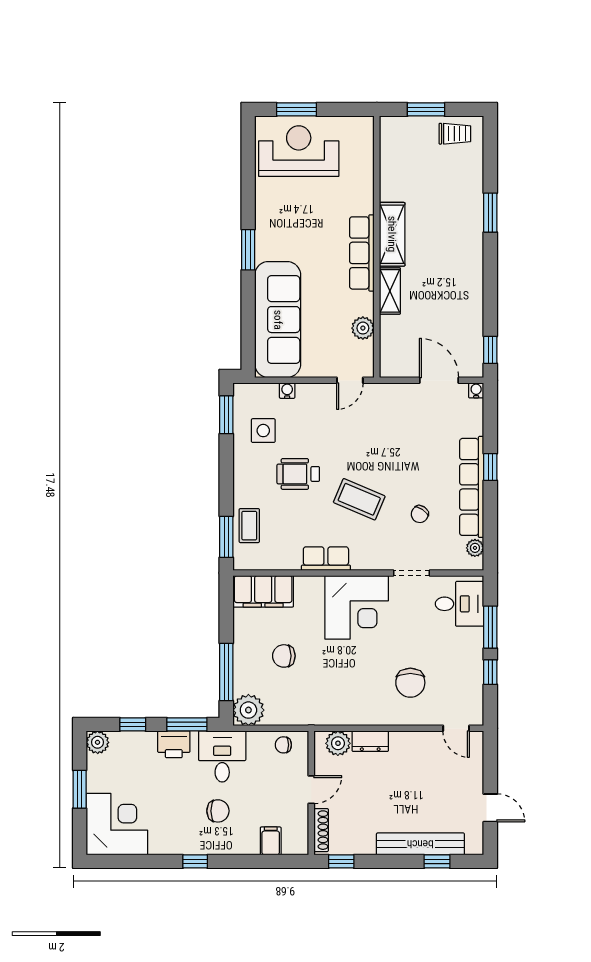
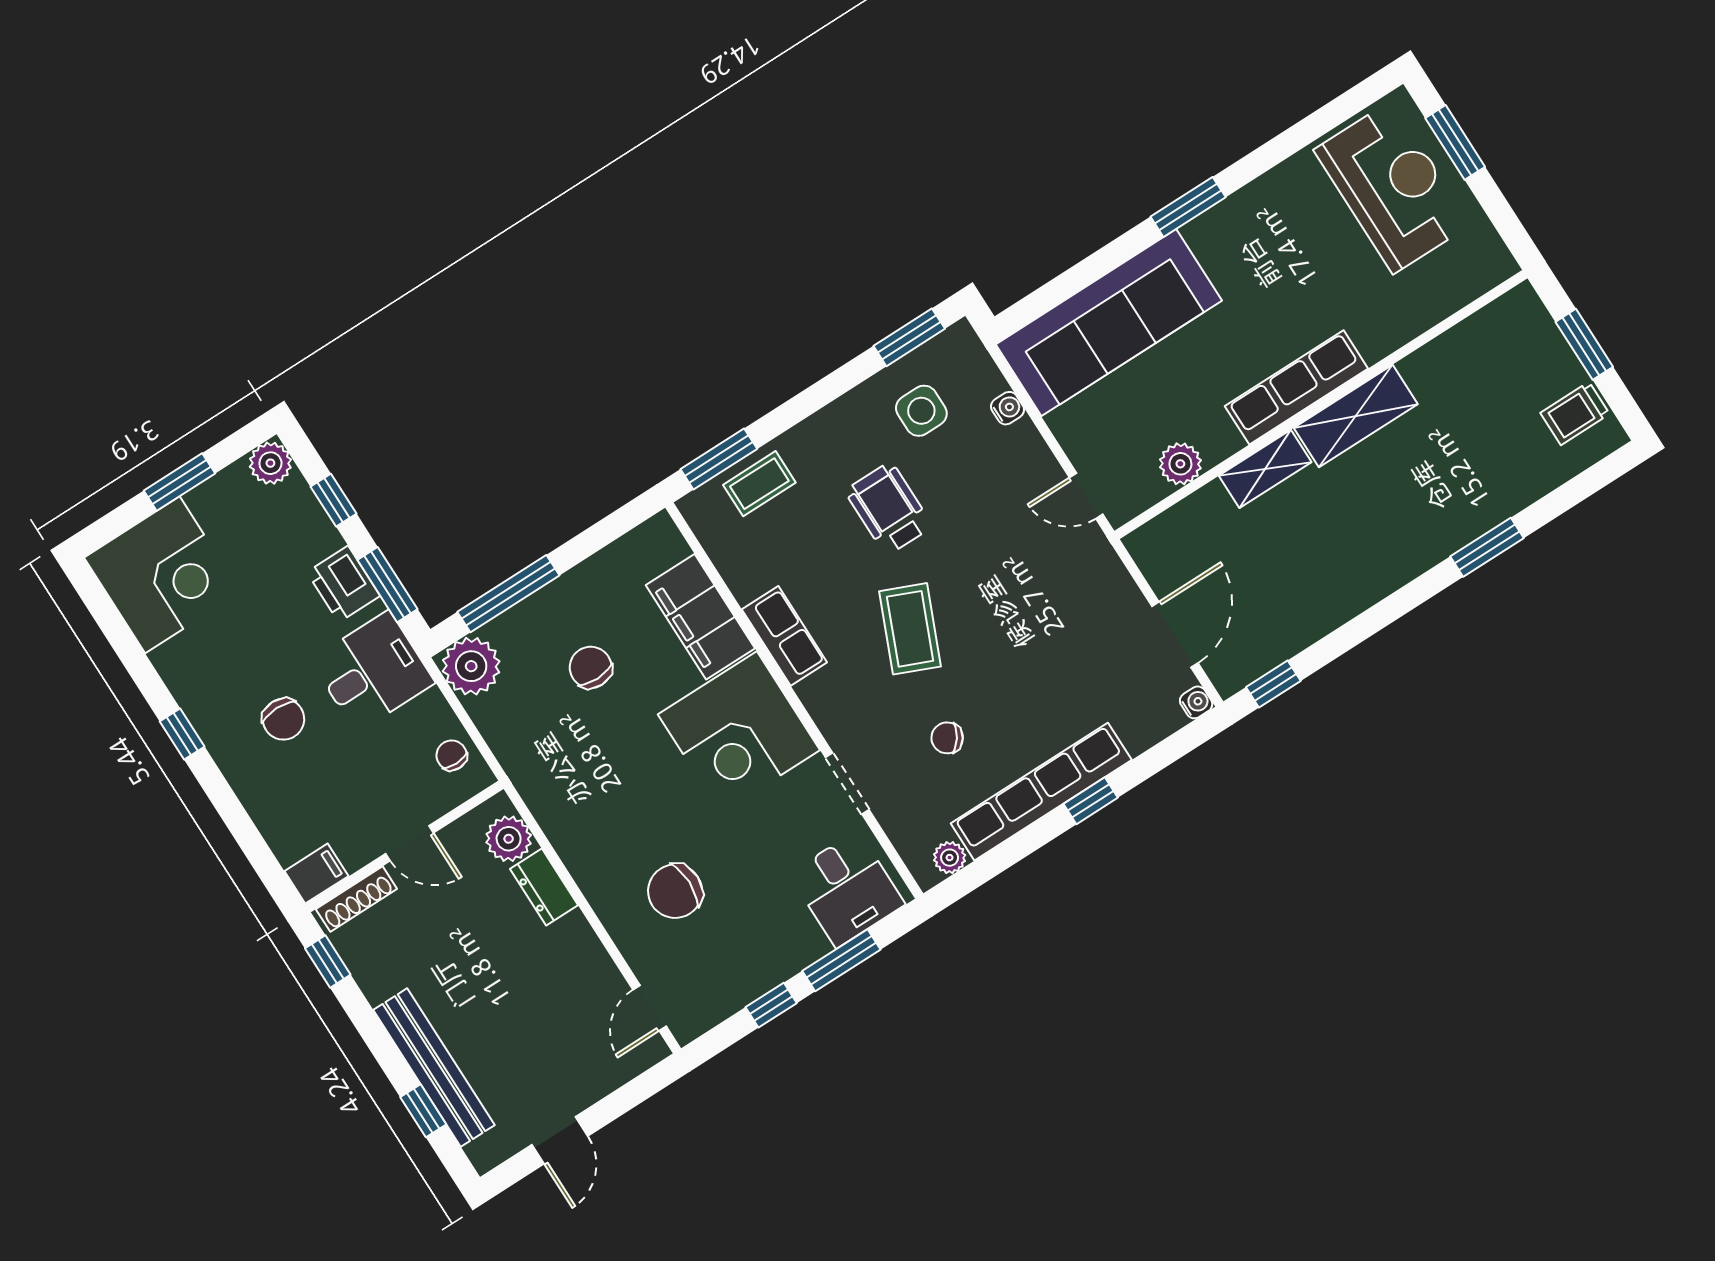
trolley: (455, 134) -> (1575, 413), turned 90
filing cabinet: (263, 591) -> (700, 617), moved
filing cabinet: (271, 841) -> (316, 874), moved

